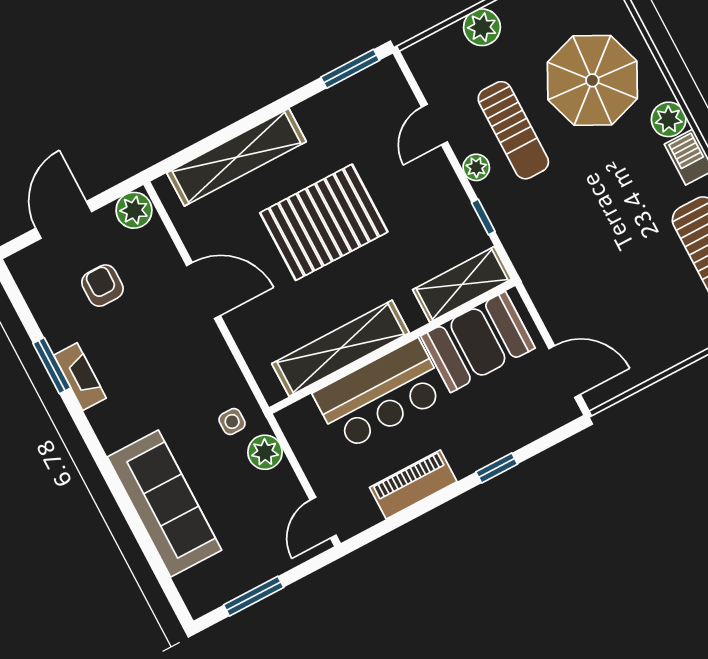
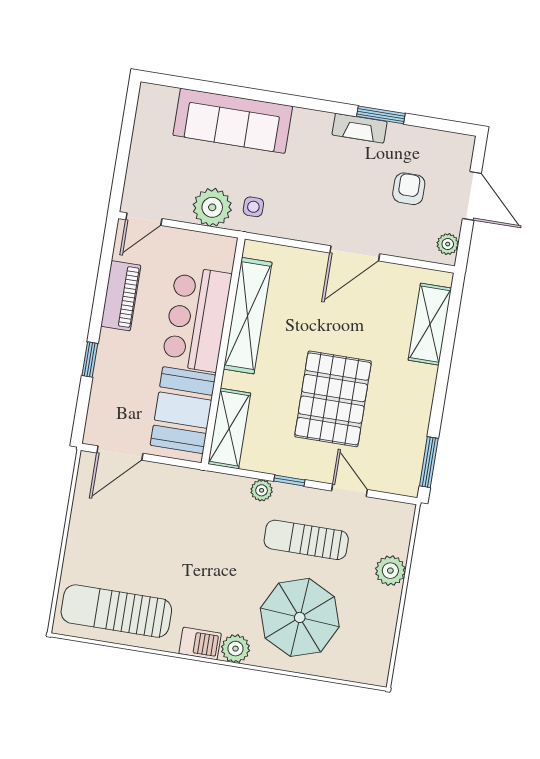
shelving: (237, 157) -> (430, 324), width x0.68
plant: (476, 167) -> (262, 490), moved
plant: (134, 210) -> (448, 244), width x0.73, depth x0.73
window: (483, 217) -> (289, 481), moved
pallet: (324, 222) -> (333, 399), moved
armchair: (102, 286) -> (409, 189), turned -90
plant: (265, 452) -> (212, 207), width x1.36, depth x1.36
door: (323, 518) -> (144, 219), swing flipped
window: (254, 596) -> (126, 134), removed

